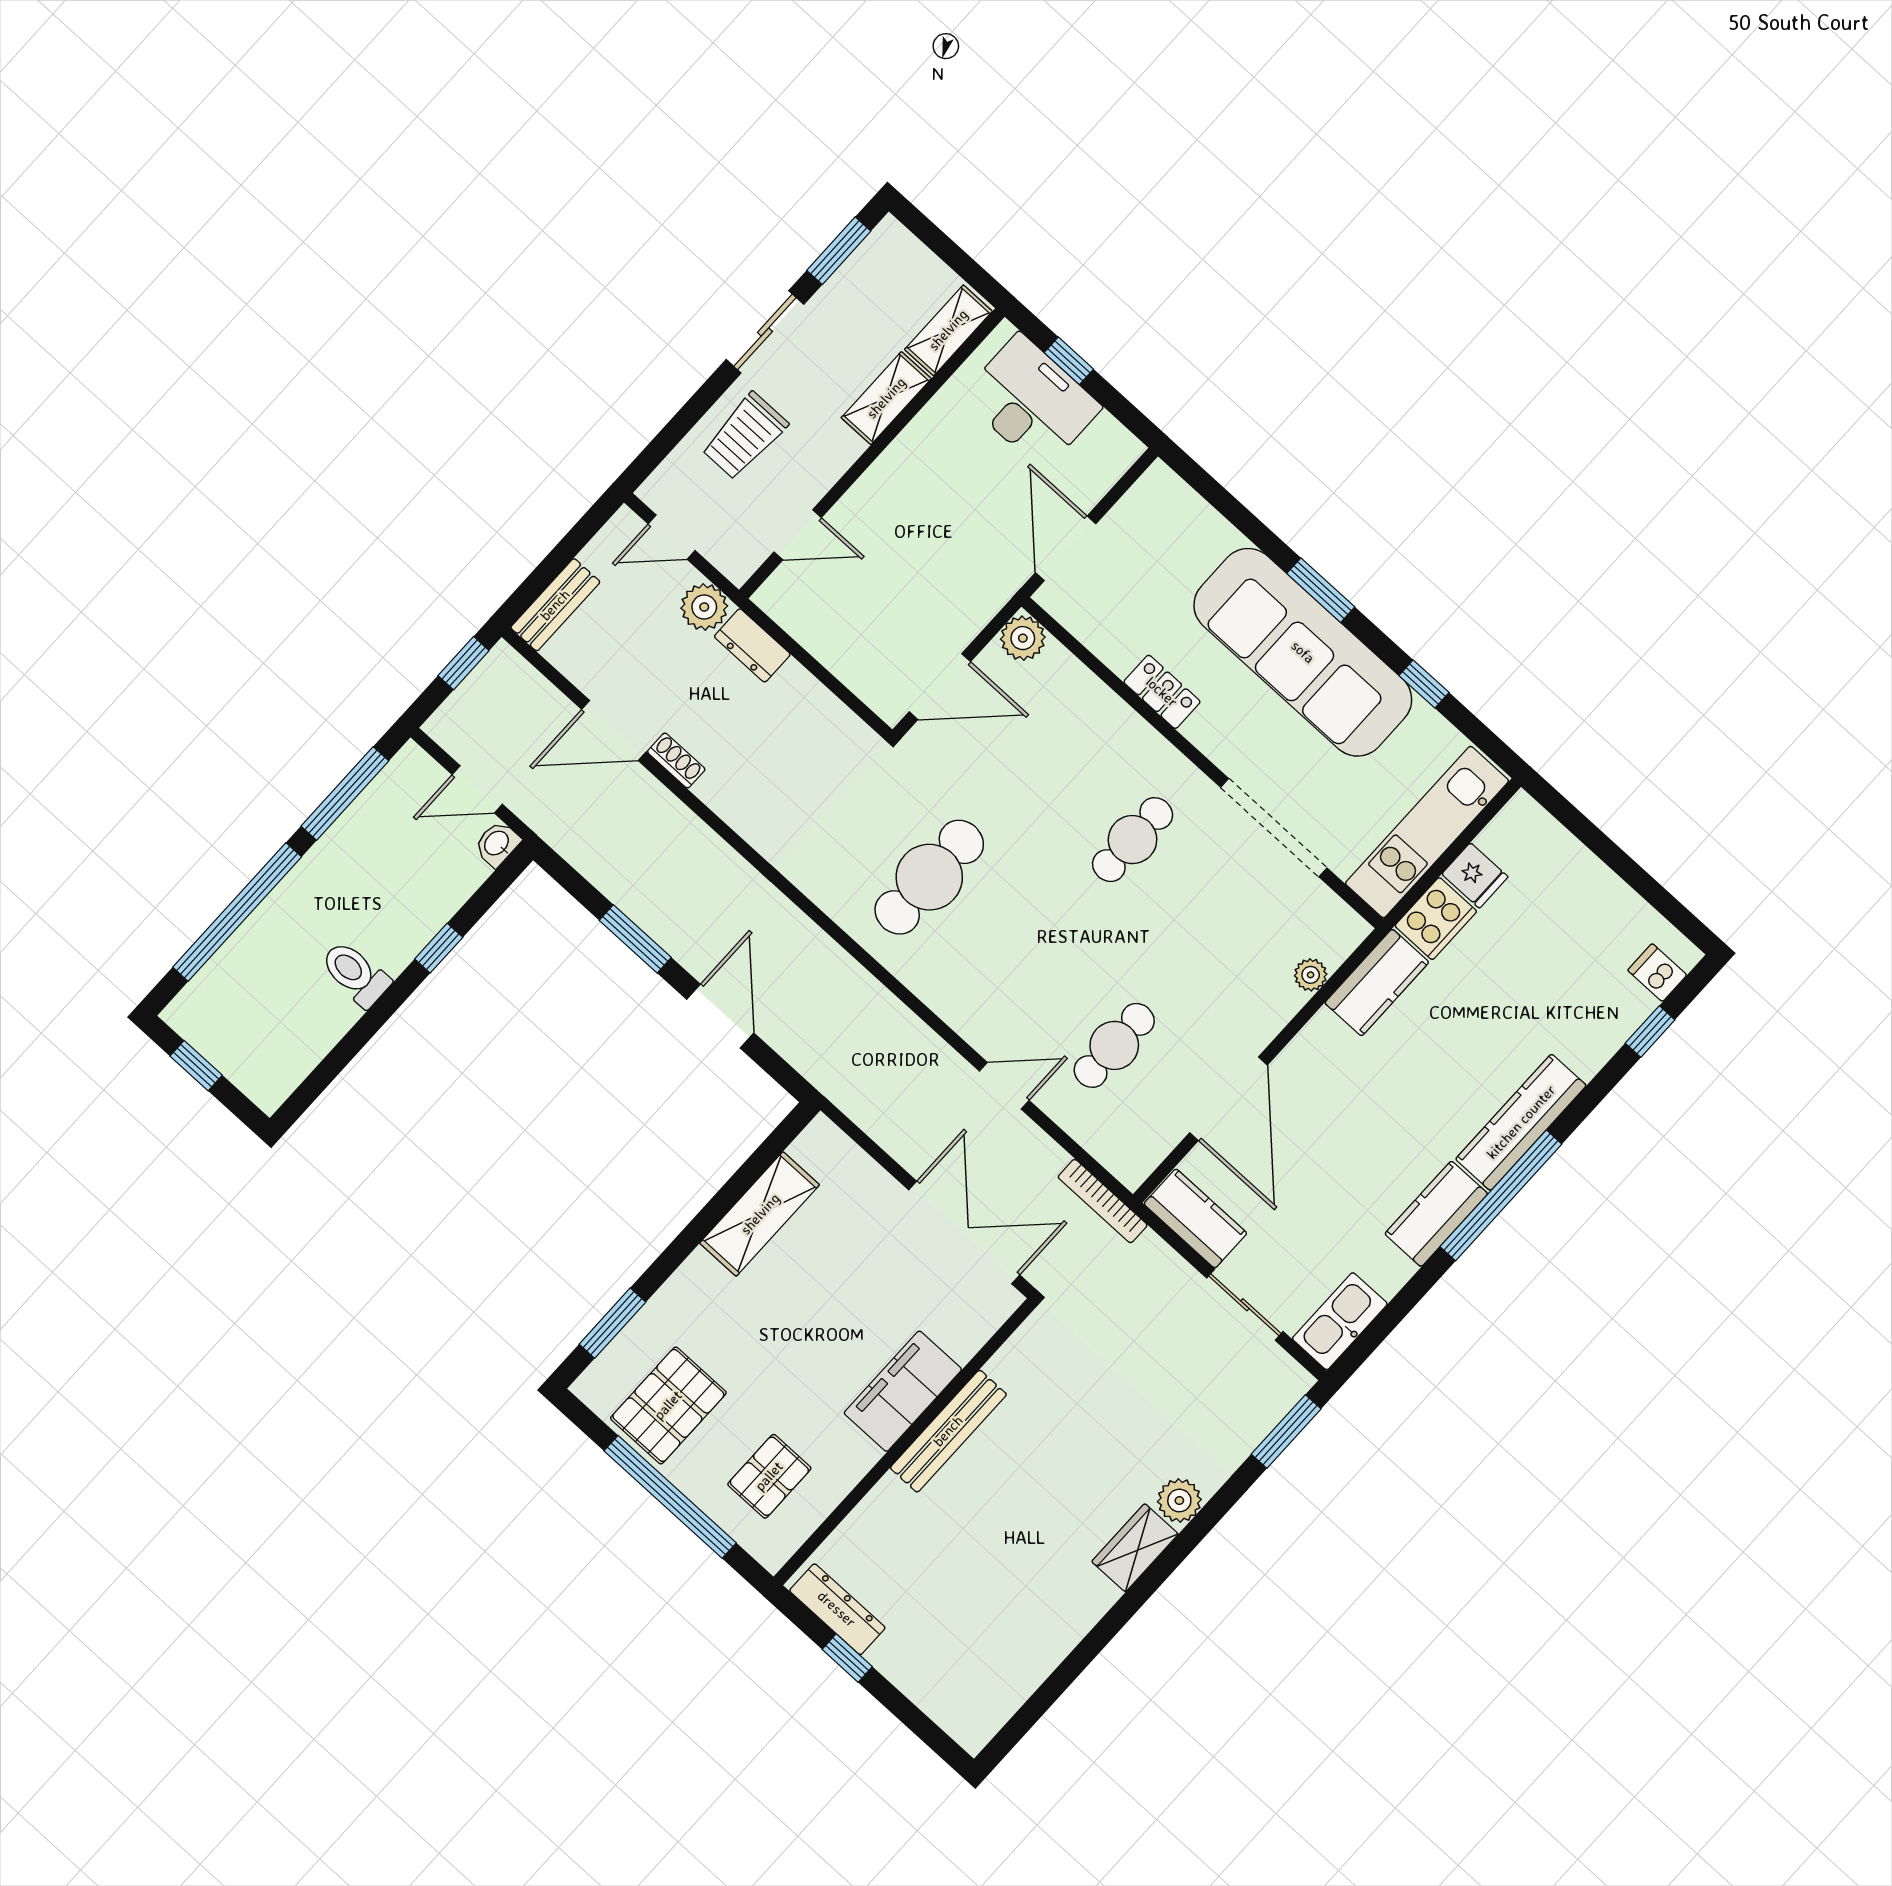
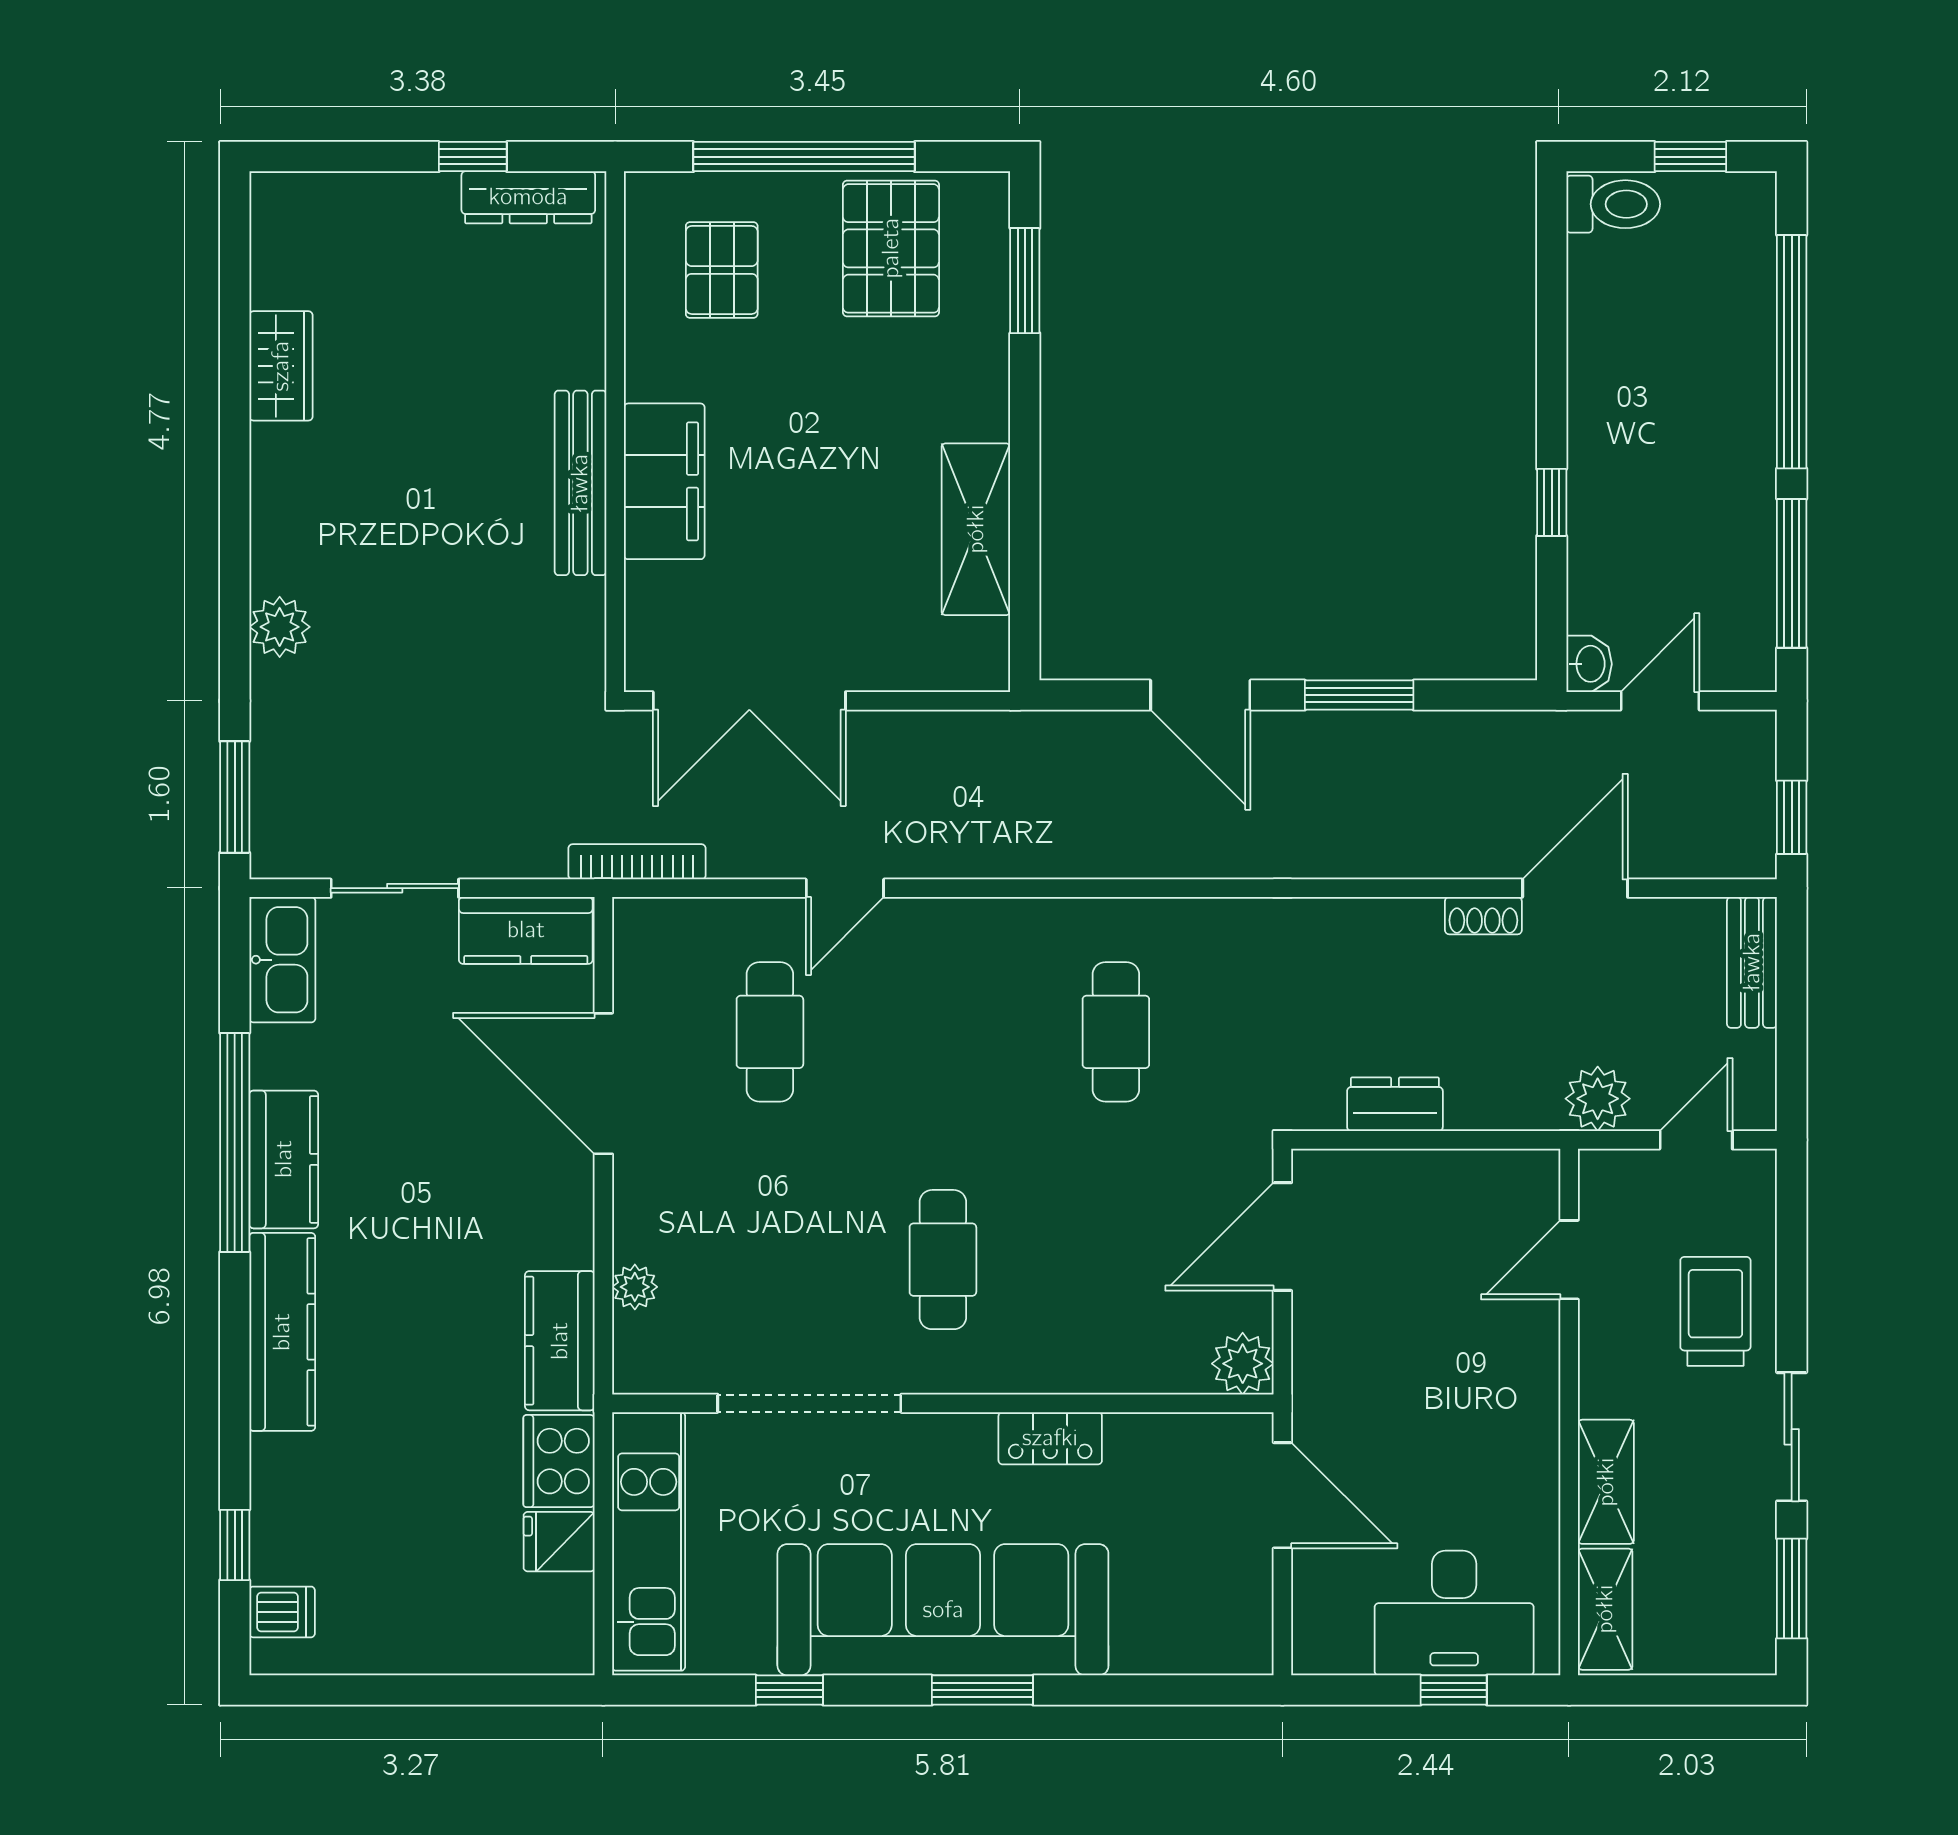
dresser: (752, 645) -> (1395, 1104), moved
cafe table: (929, 877) -> (1116, 1032), width x0.73, depth x0.74
toilet: (355, 974) -> (1613, 204), moved
window: (1501, 1195) -> (235, 1142), moved
wardrobe: (1135, 1548) -> (281, 366), moved

